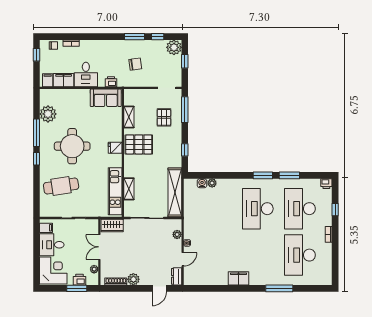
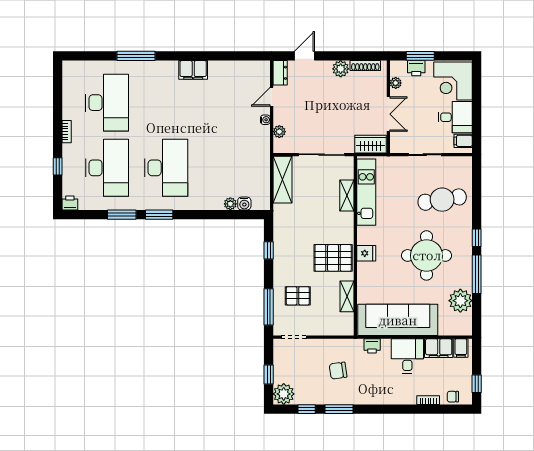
sofa: (106, 98) -> (398, 320), width x1.85, depth x1.27
pallet: (164, 117) -> (298, 296), turned 90
shelving: (175, 192) -> (283, 180), width x0.68

